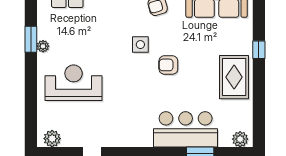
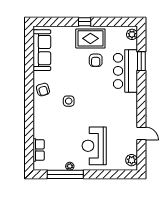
window: (31, 39) -> (65, 174), width x2.11
window: (259, 50) -> (85, 22), moved
armchair: (168, 65) -> (96, 60), moved

